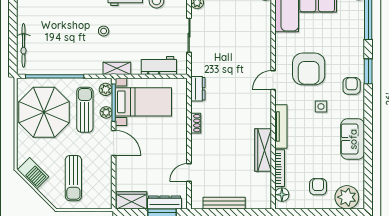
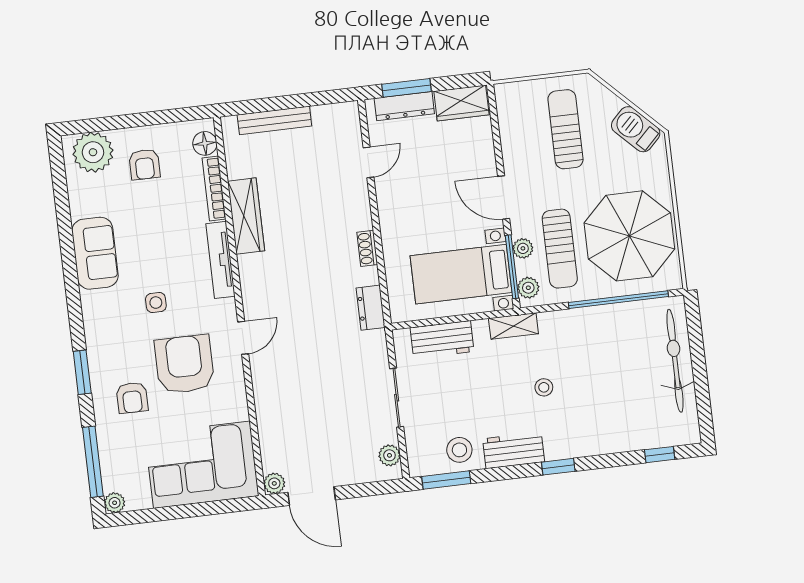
bicycle: (23, 45) -> (675, 361), width x1.37, depth x1.40
armchair: (352, 86) -> (132, 398), moved
bench: (224, 203) -> (274, 120), moved

